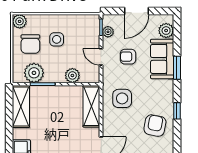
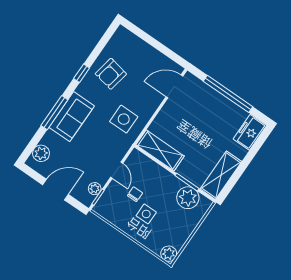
chair: (30, 44) -> (135, 194), moved, width x0.54, depth x0.54
armchair: (128, 57) -> (92, 153), removed
sofa: (162, 59) -> (72, 117), moved
window: (177, 68) -> (54, 113), width x1.44
plant: (72, 75) -> (155, 171), removed
shelving: (91, 106) -> (160, 150), moved, turned 90

